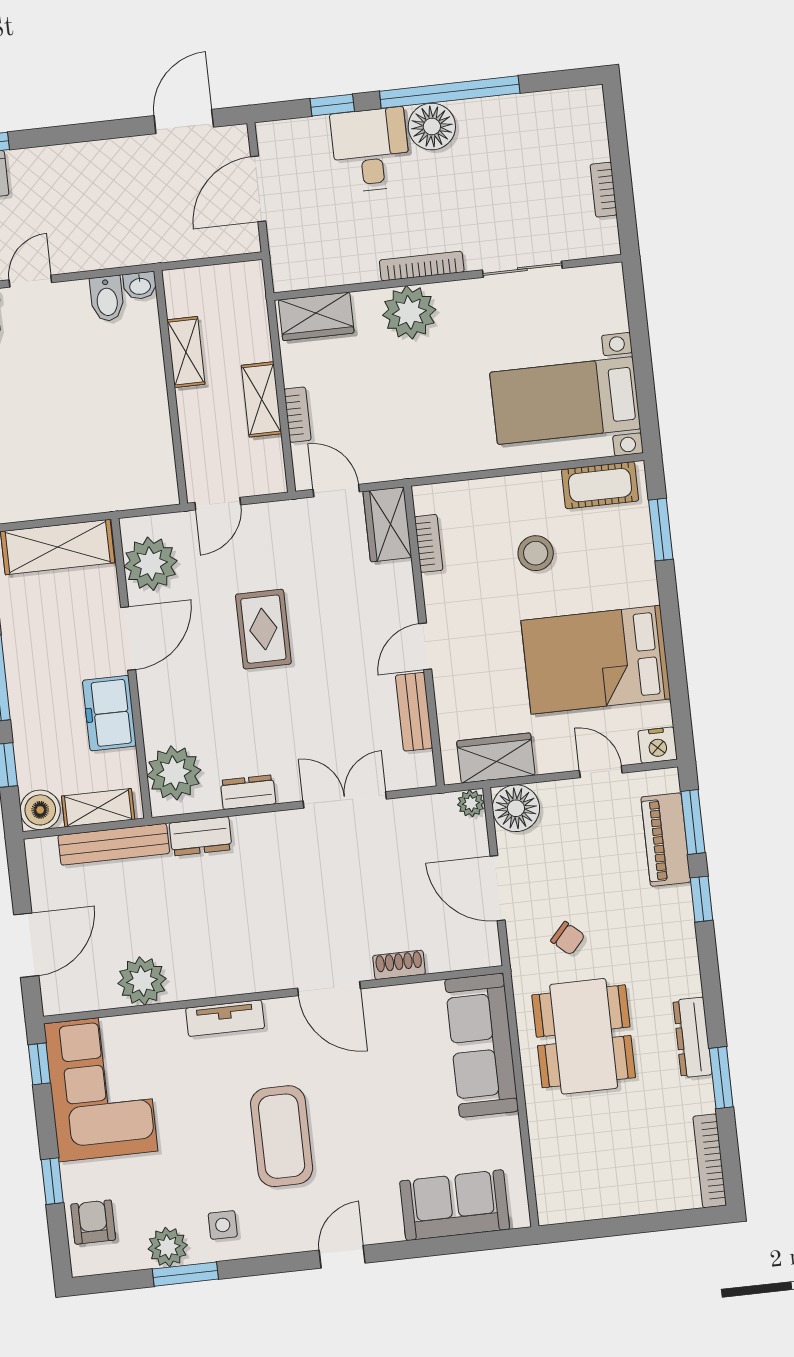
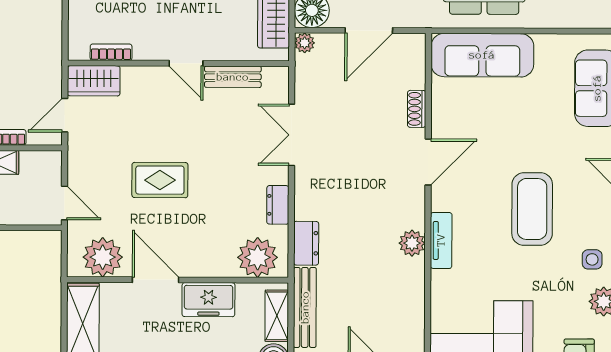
plant: (142, 981) -> (412, 243), moved, width x0.73, depth x0.73
coffee table: (282, 1136) -> (532, 209), turned 90

